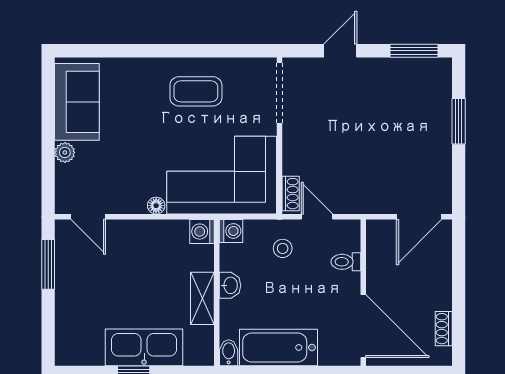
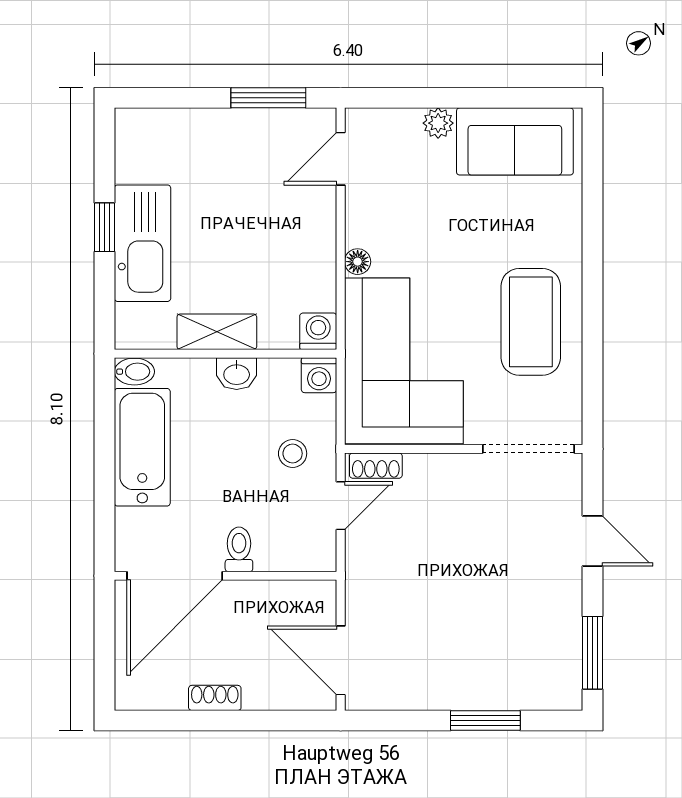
coffee table: (196, 91) -> (531, 322), width x1.36, depth x1.32
toilet: (346, 262) -> (239, 549), moved
shoe rack: (444, 329) -> (215, 698), moved

